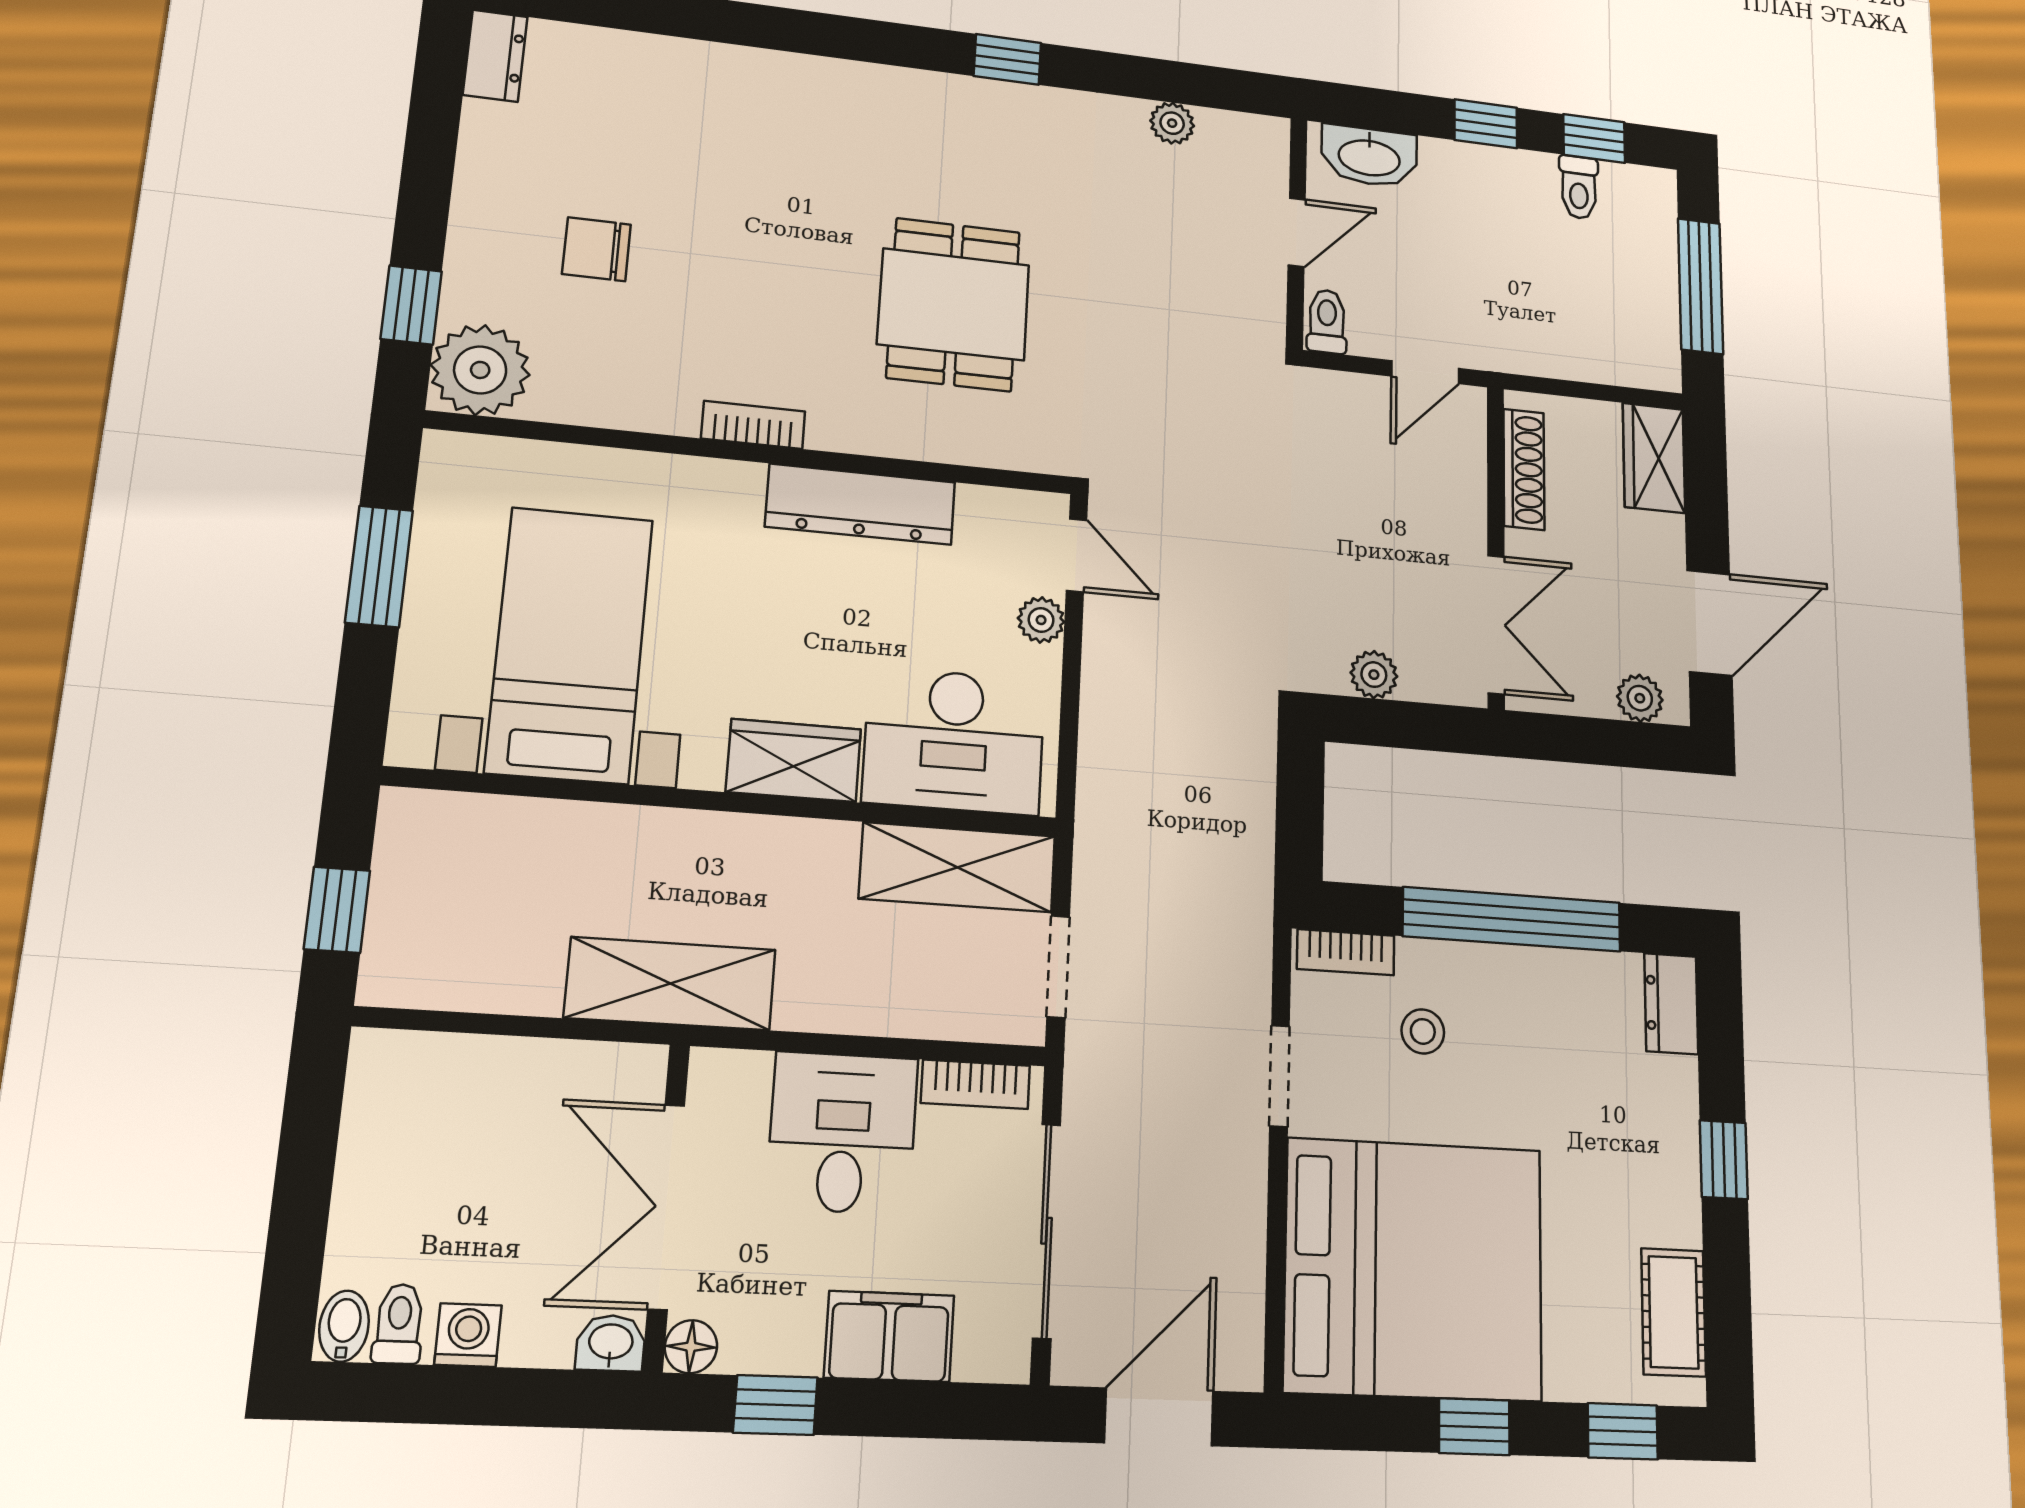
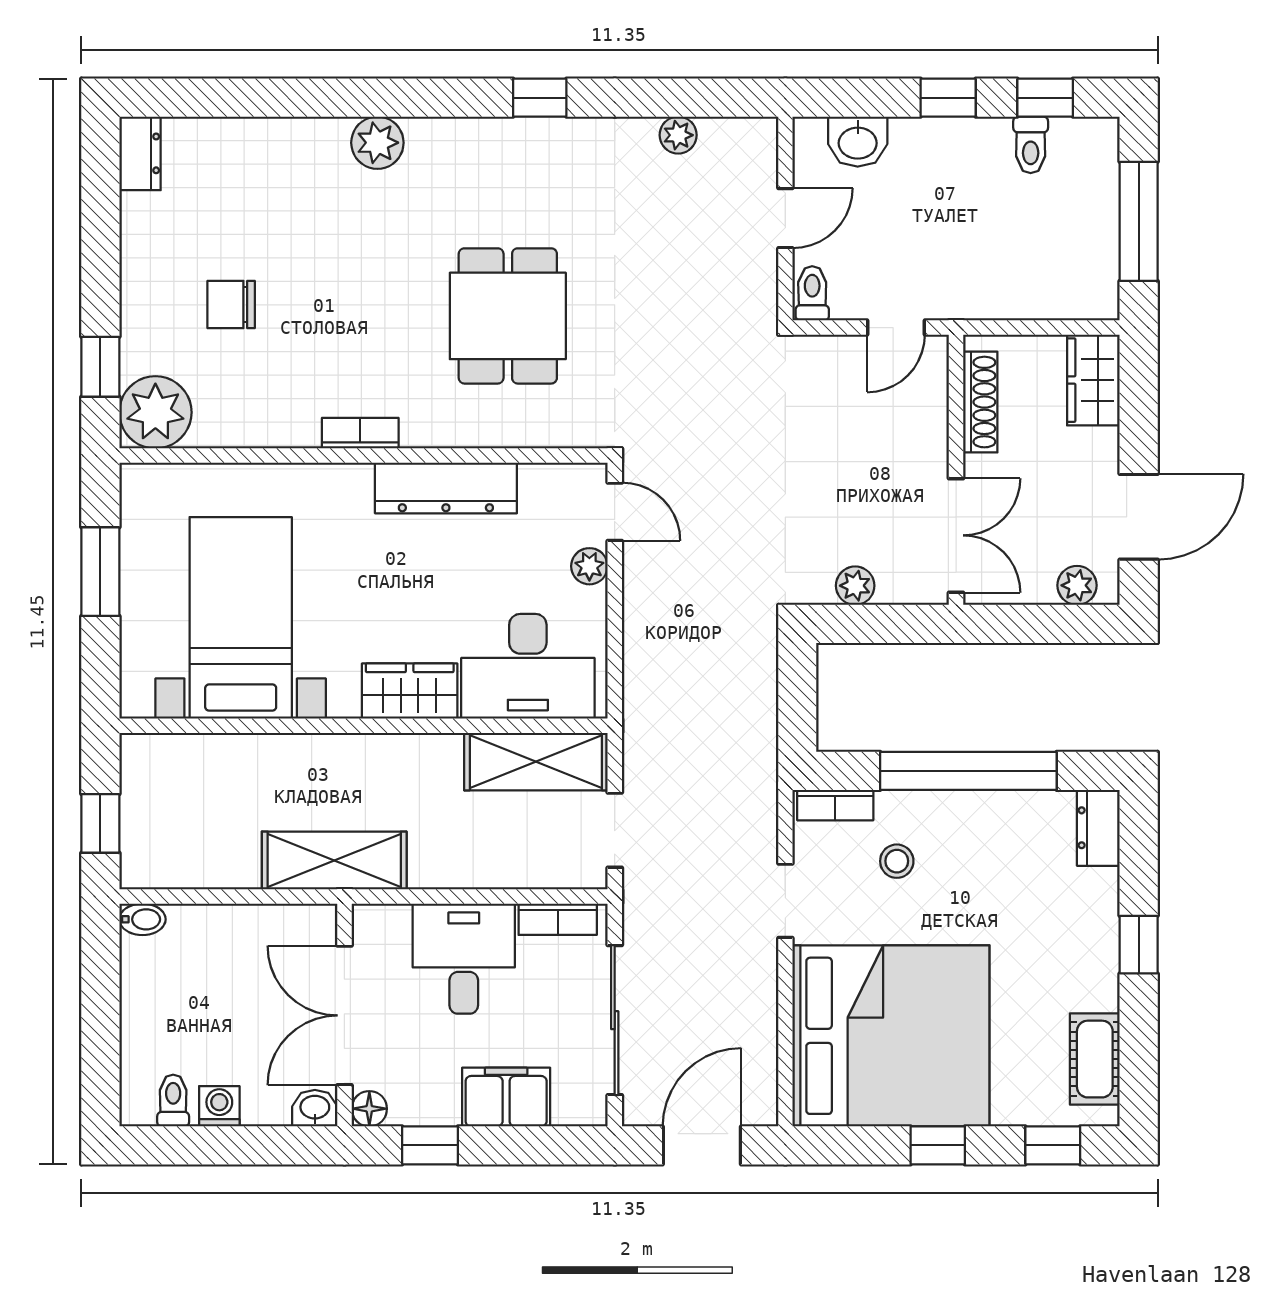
plant: (803, 83) -> (377, 143), added
washbasin: (1369, 156) -> (858, 142), width x0.72
bidet: (344, 1326) -> (142, 919), moved, turned 90

